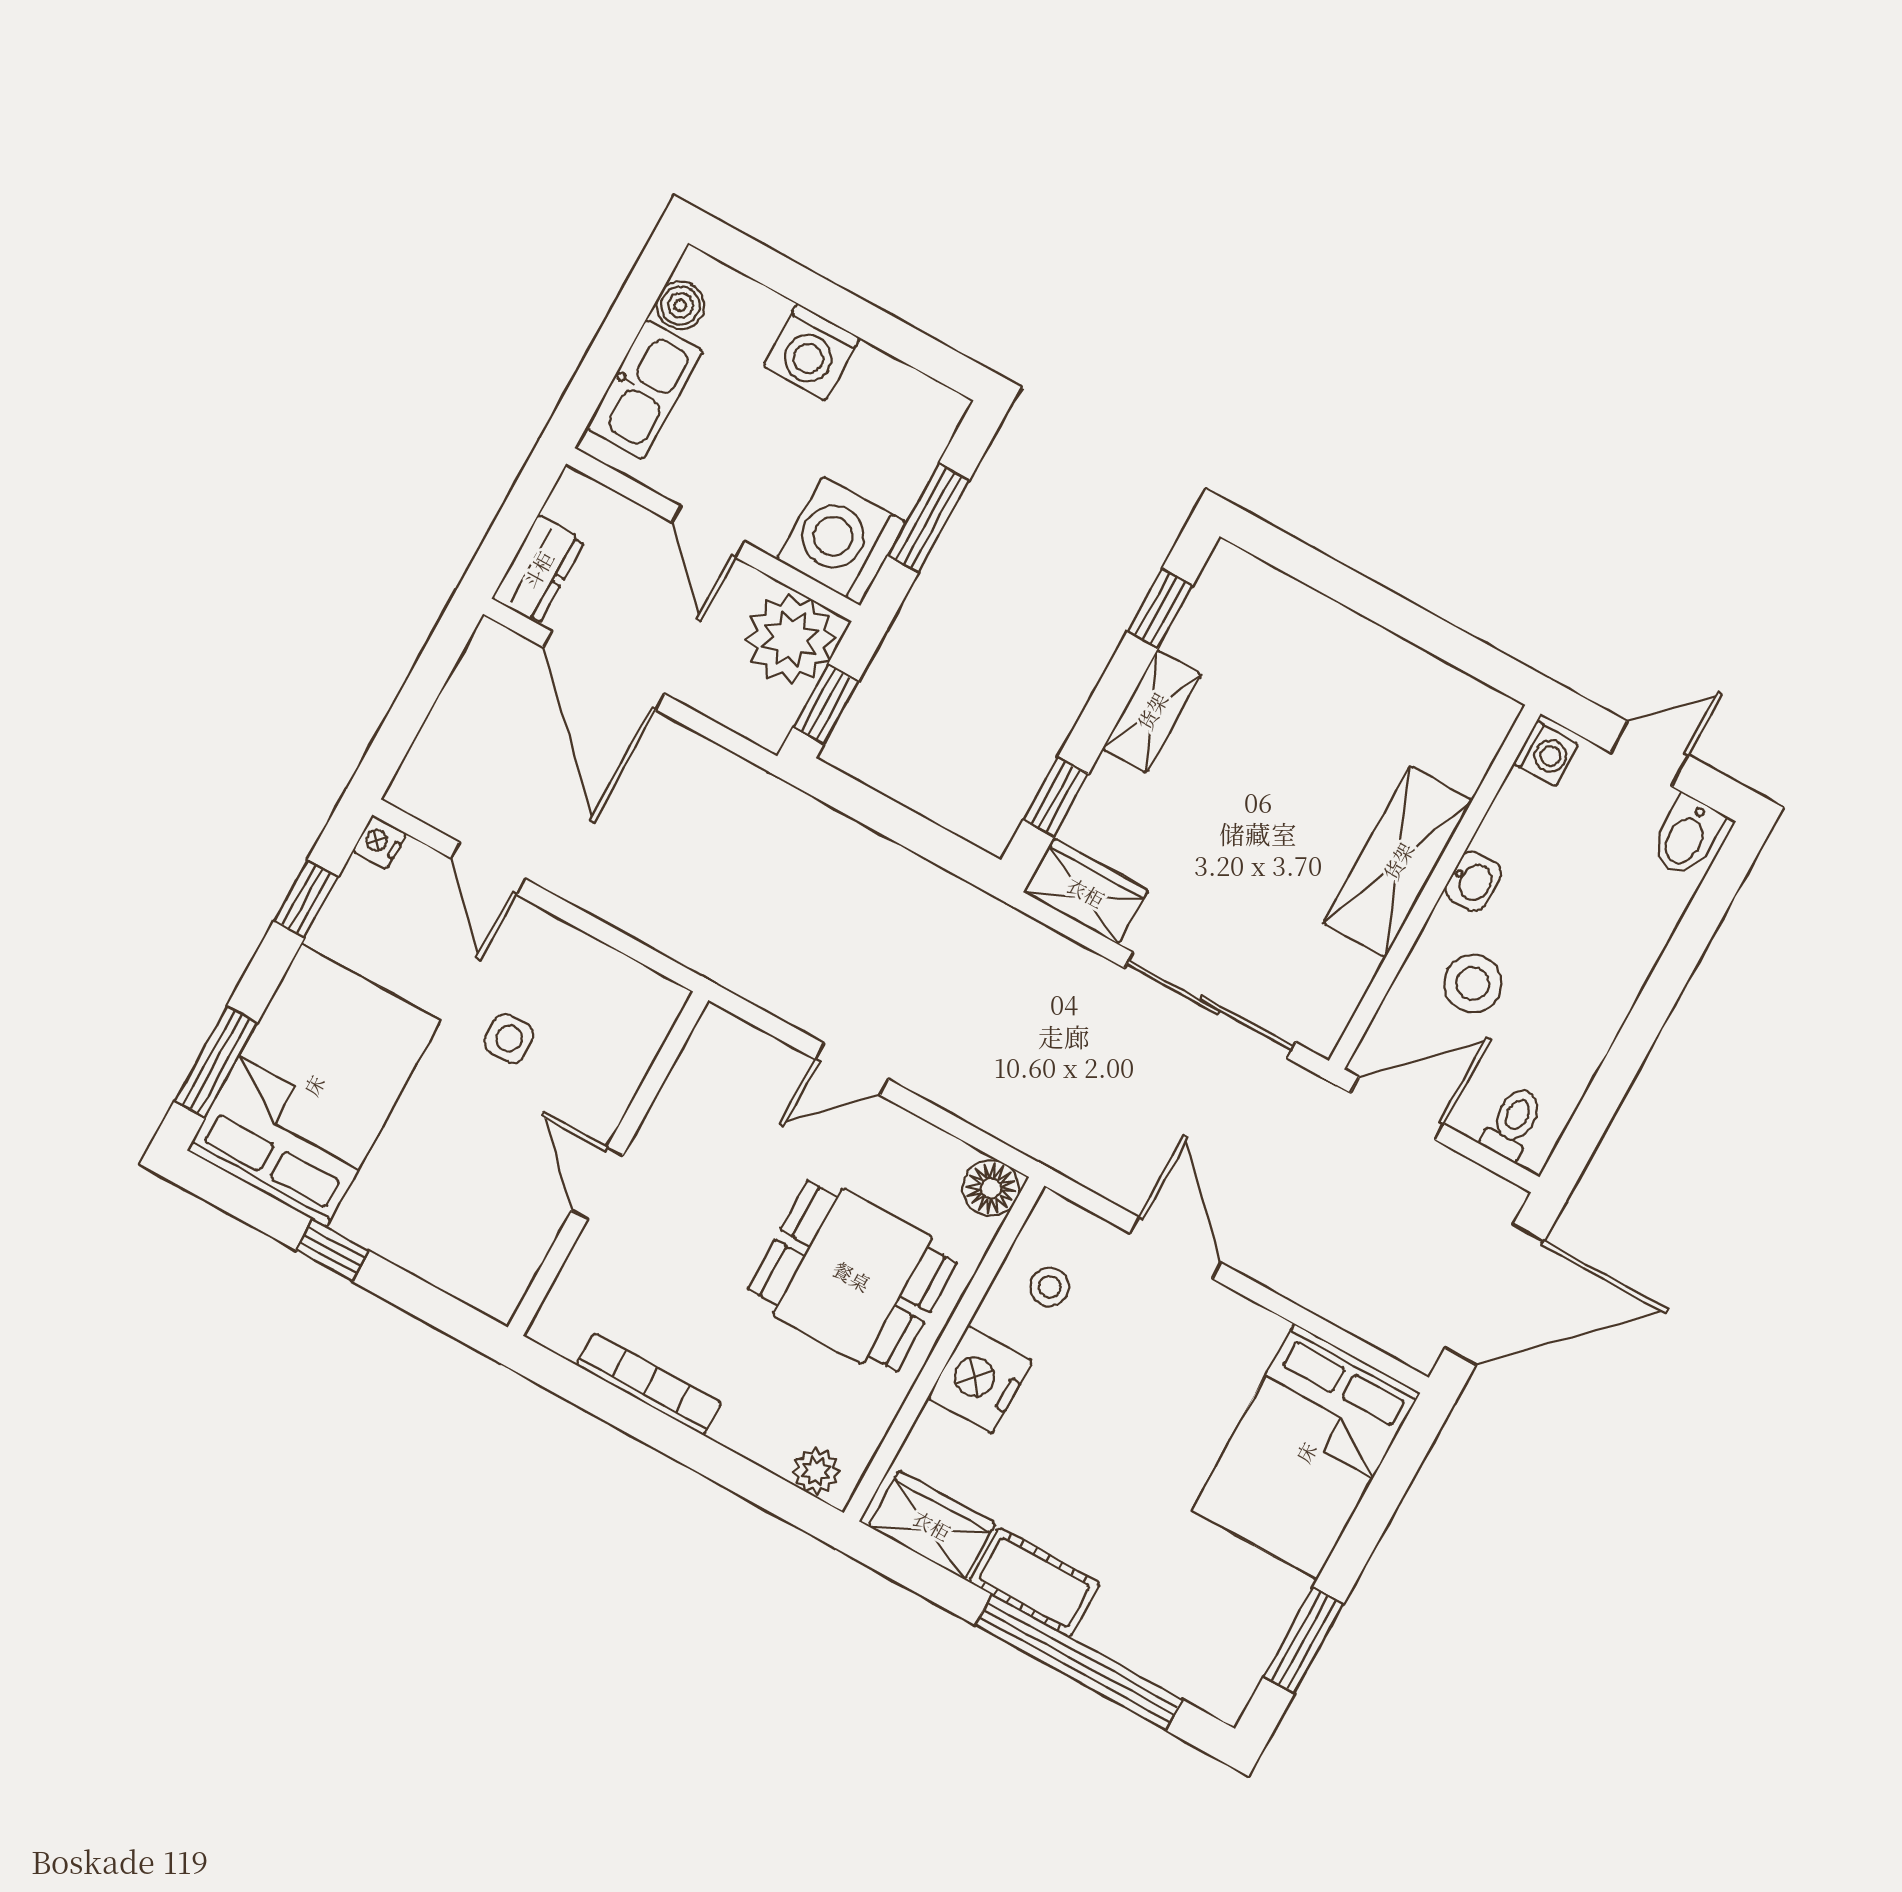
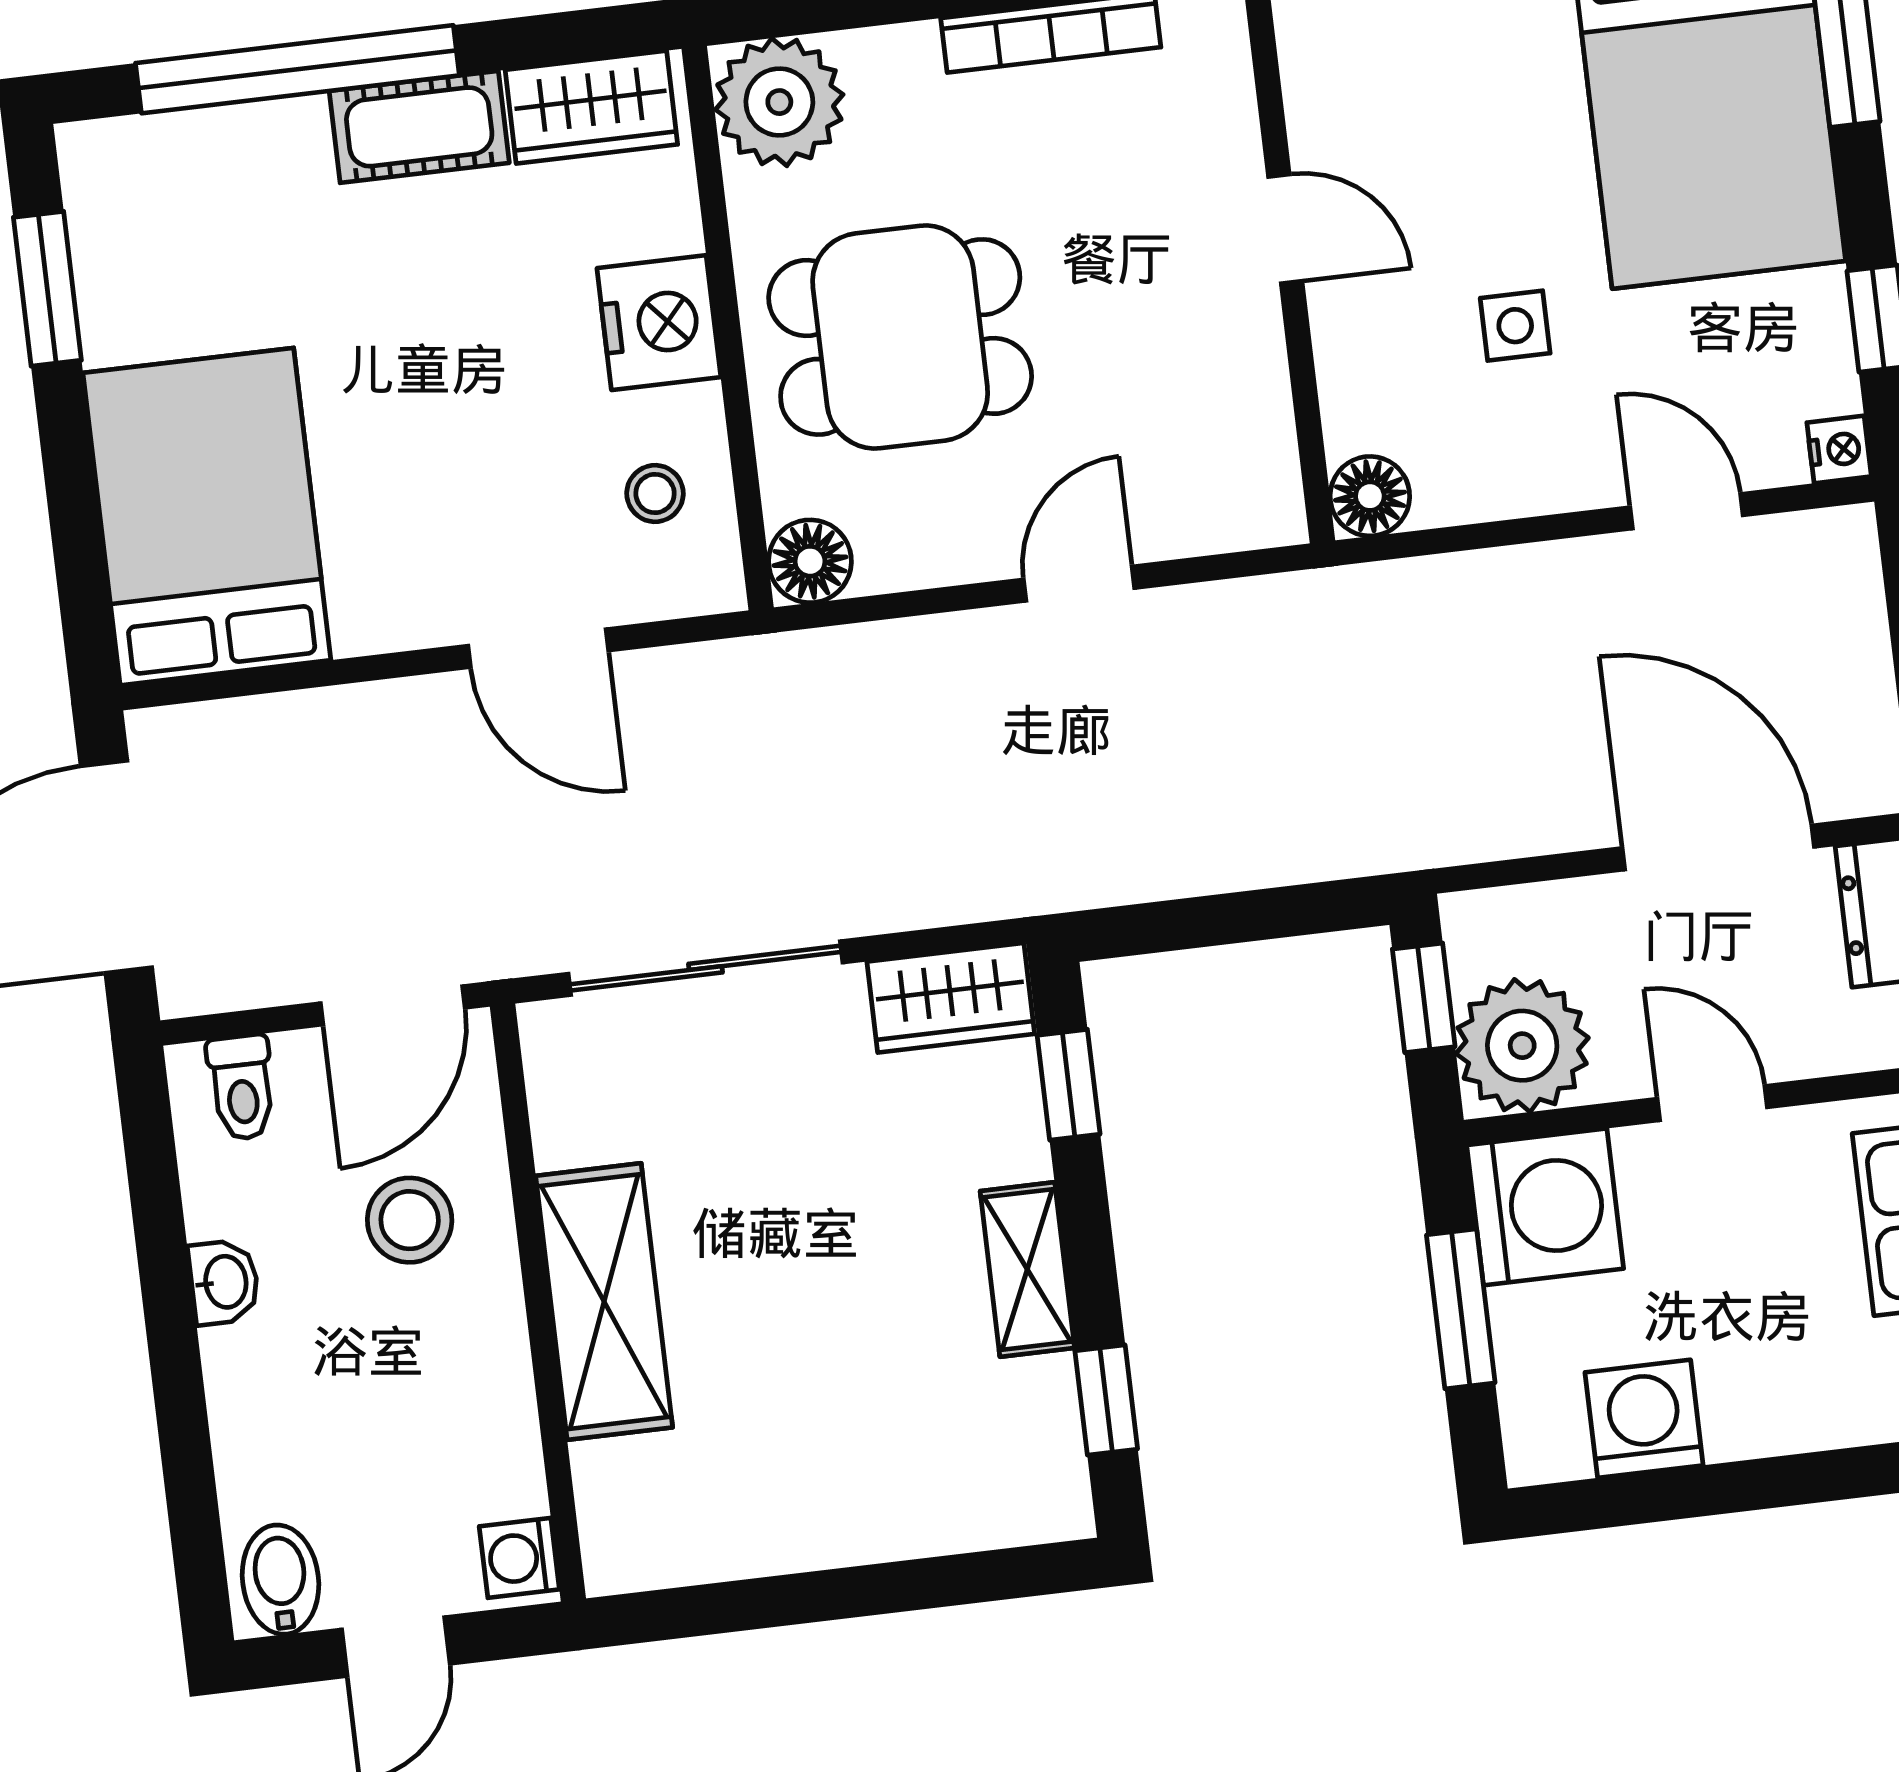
washing machine: (812, 352) -> (1644, 1419), moved
washbasin: (1473, 881) -> (224, 1282), moved, turned 180
floor lamp: (657, 1002) -> (1370, 496), added
plant: (816, 1471) -> (779, 102), width x1.88, depth x1.88

